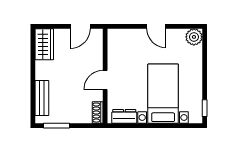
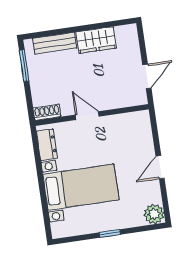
door: (80, 26) -> (147, 76), swing flipped
wardrobe: (44, 44) -> (96, 40), moved
window: (205, 108) -> (110, 233), moved

